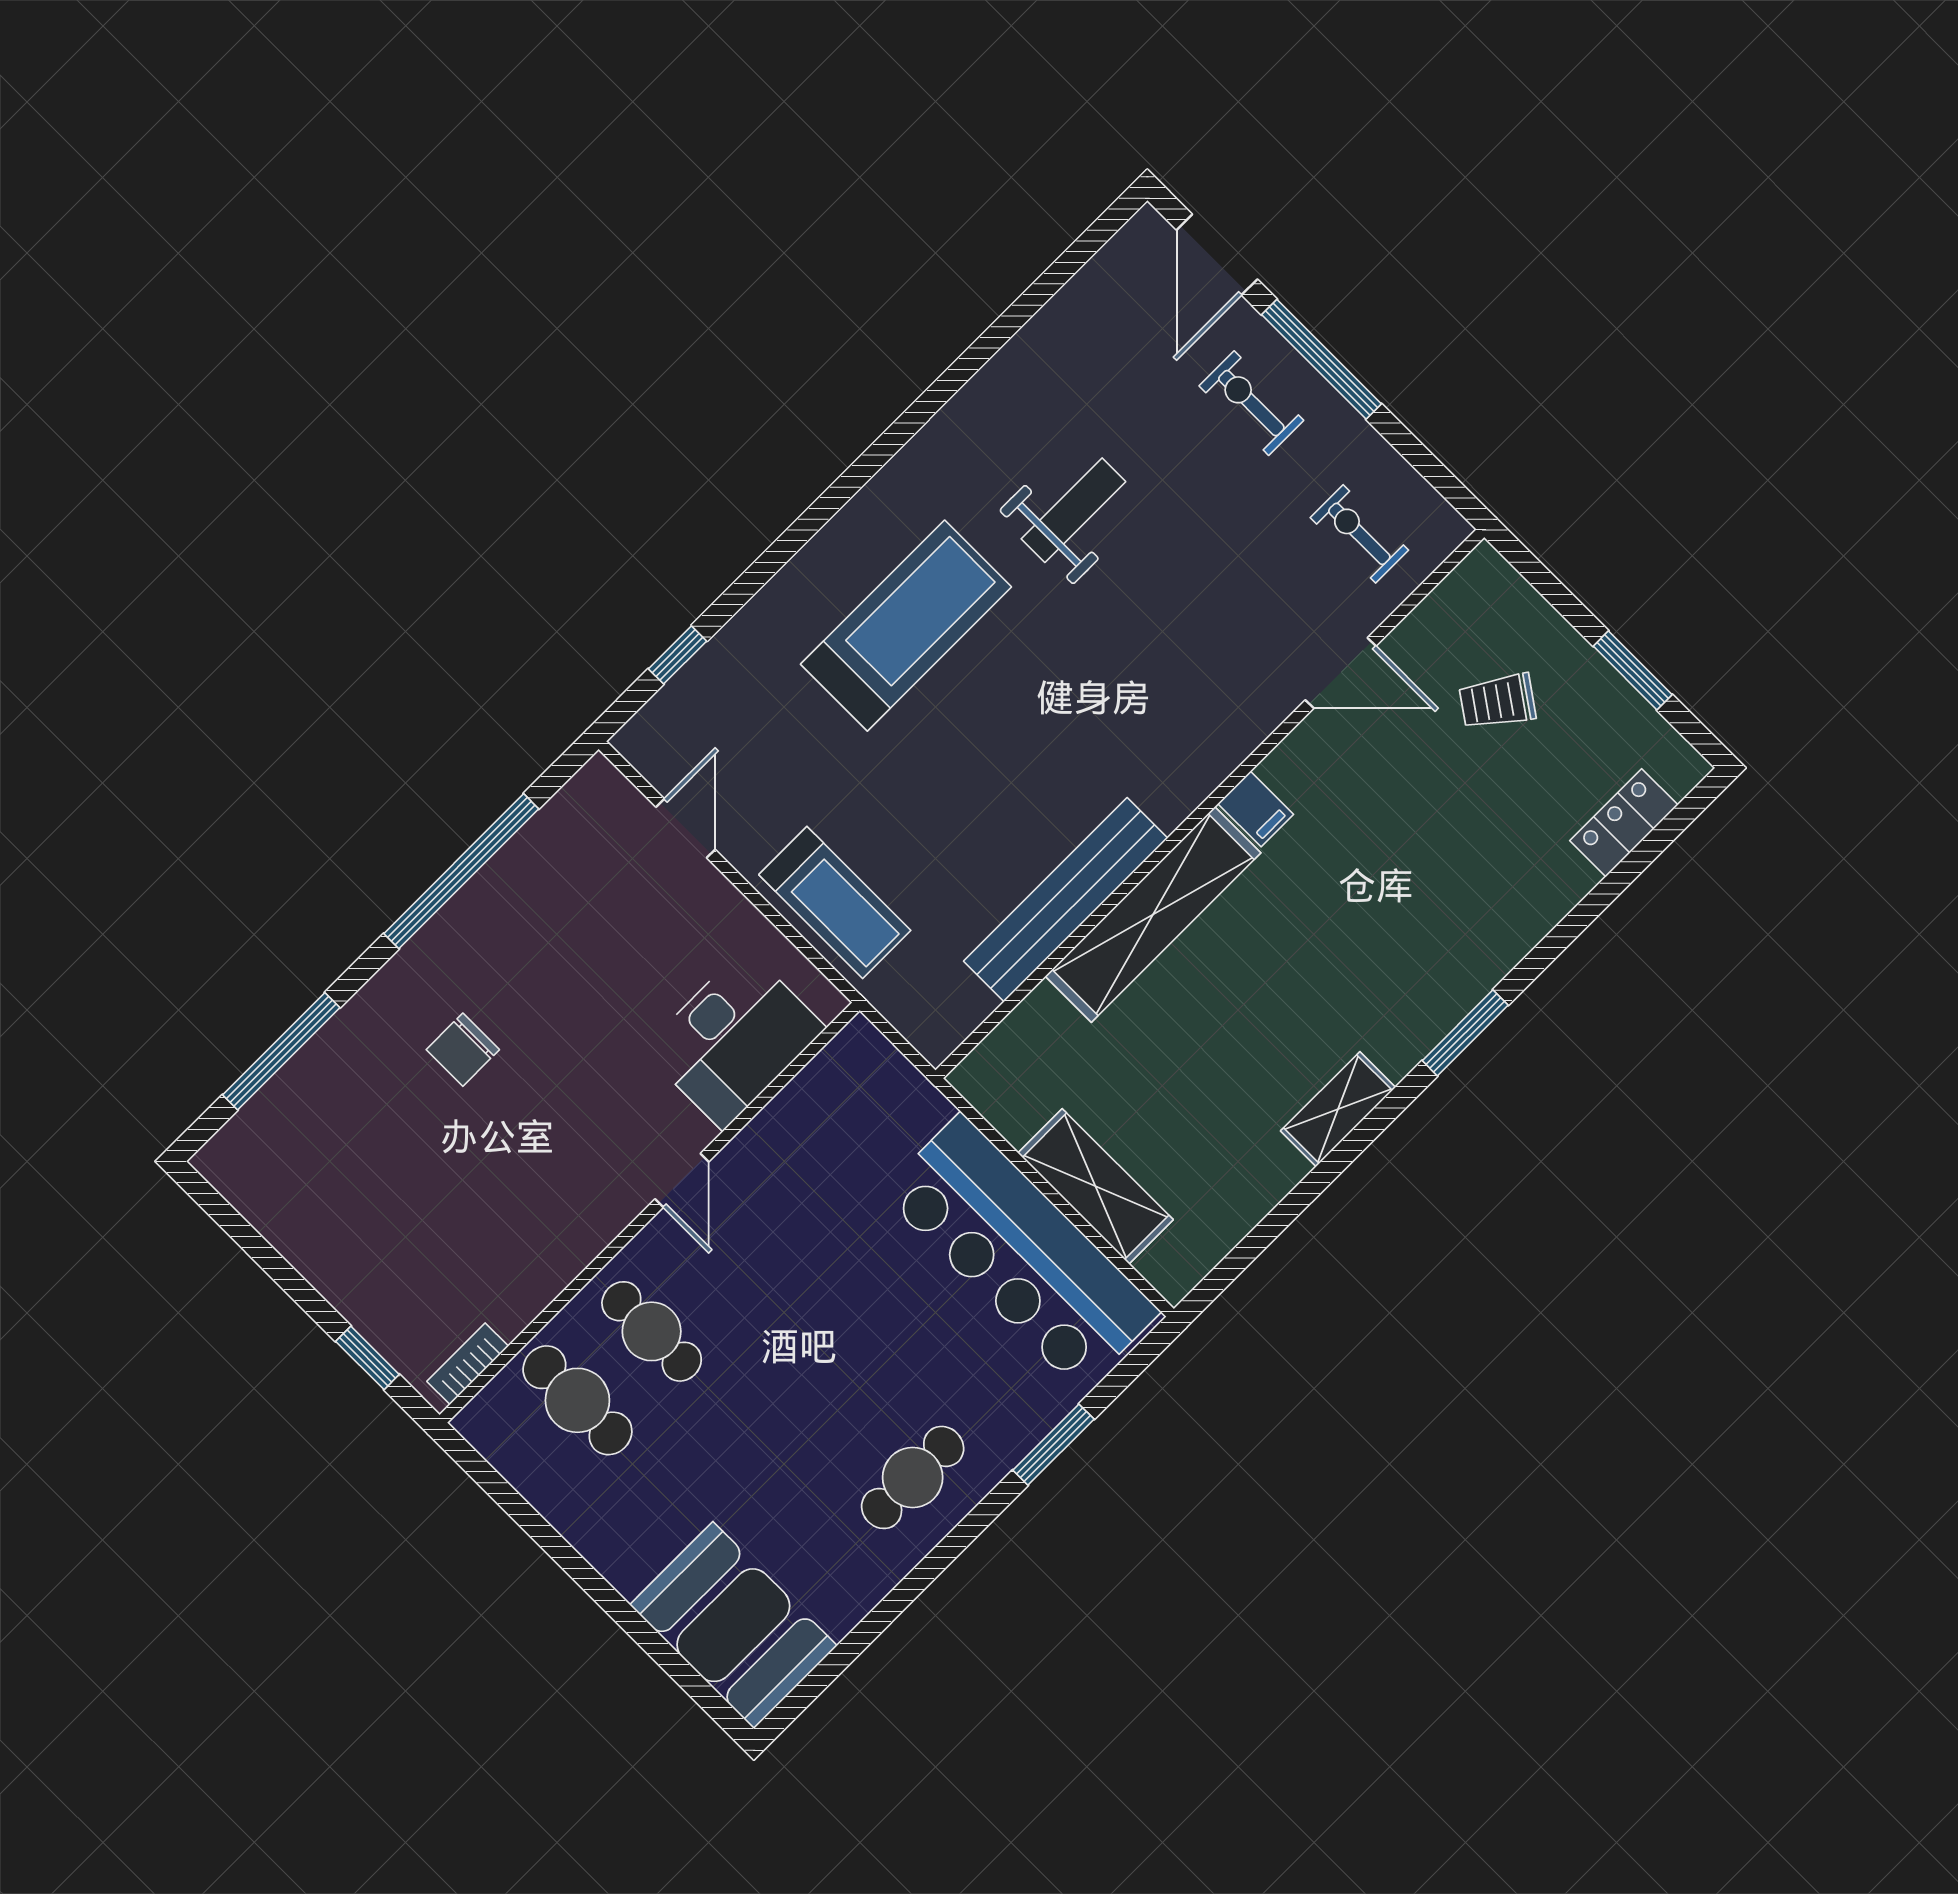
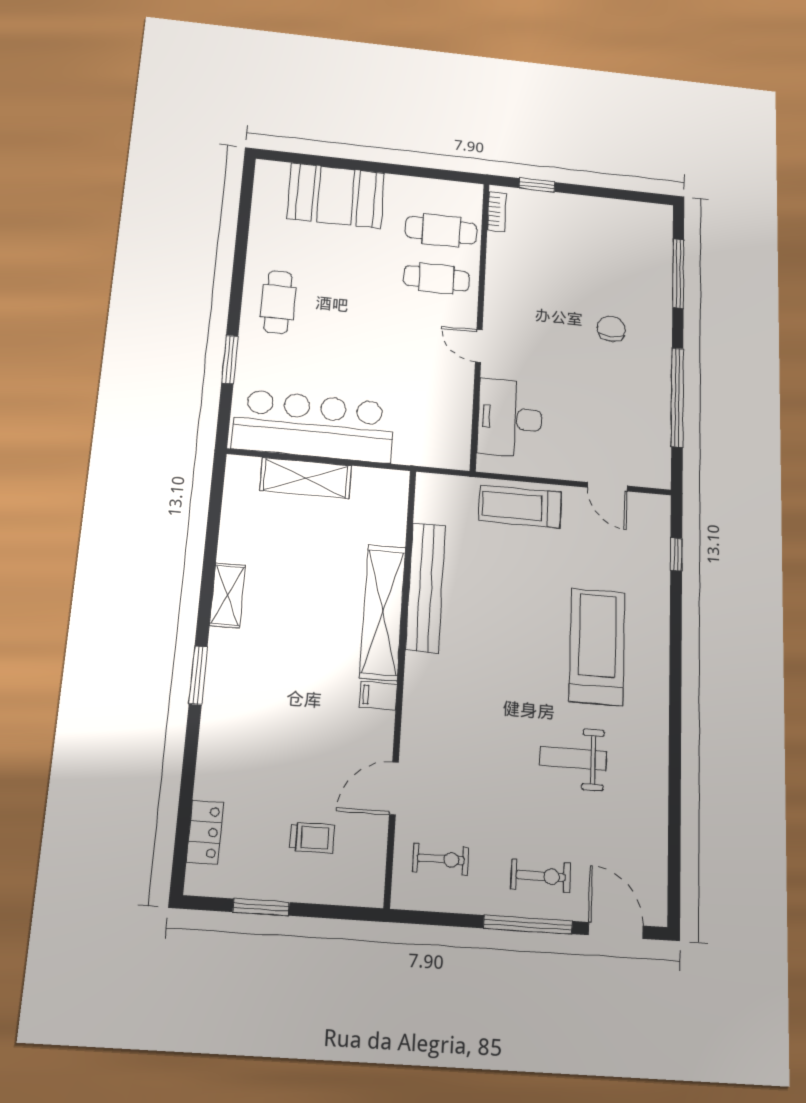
weight bench: (1073, 510) -> (573, 758), turned 90
treadmill: (906, 626) -> (597, 647), turned 180
trolley: (1497, 701) -> (312, 837), turned 55
booth: (733, 1625) -> (336, 196), moved

